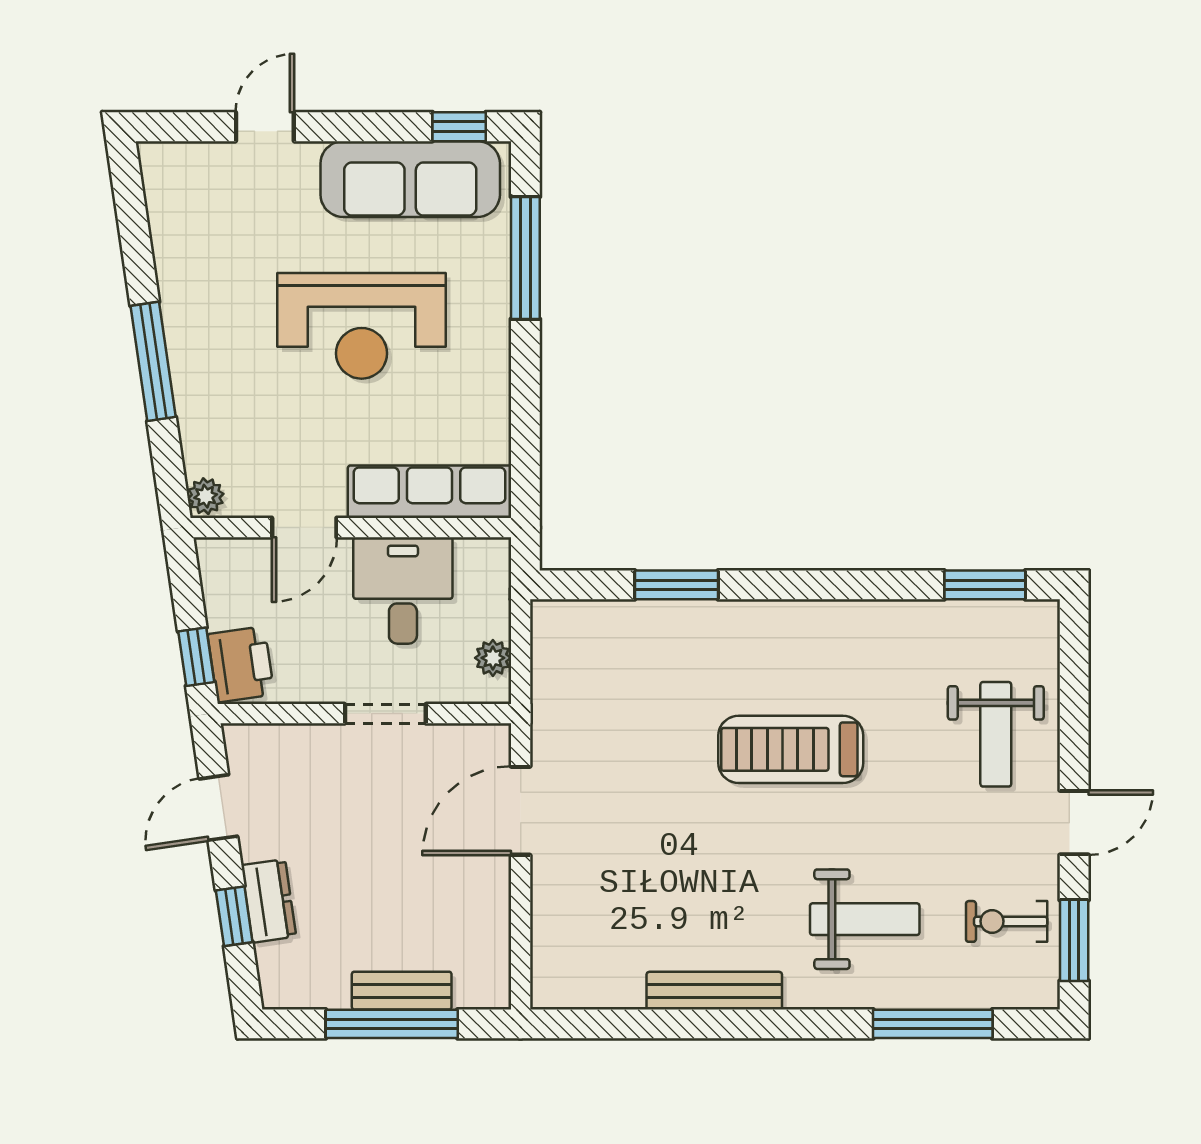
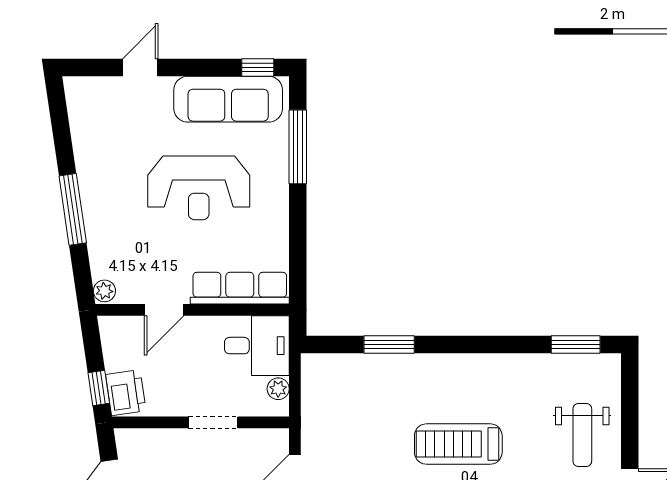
desk: (403, 590) -> (257, 346), moved, turned 90

